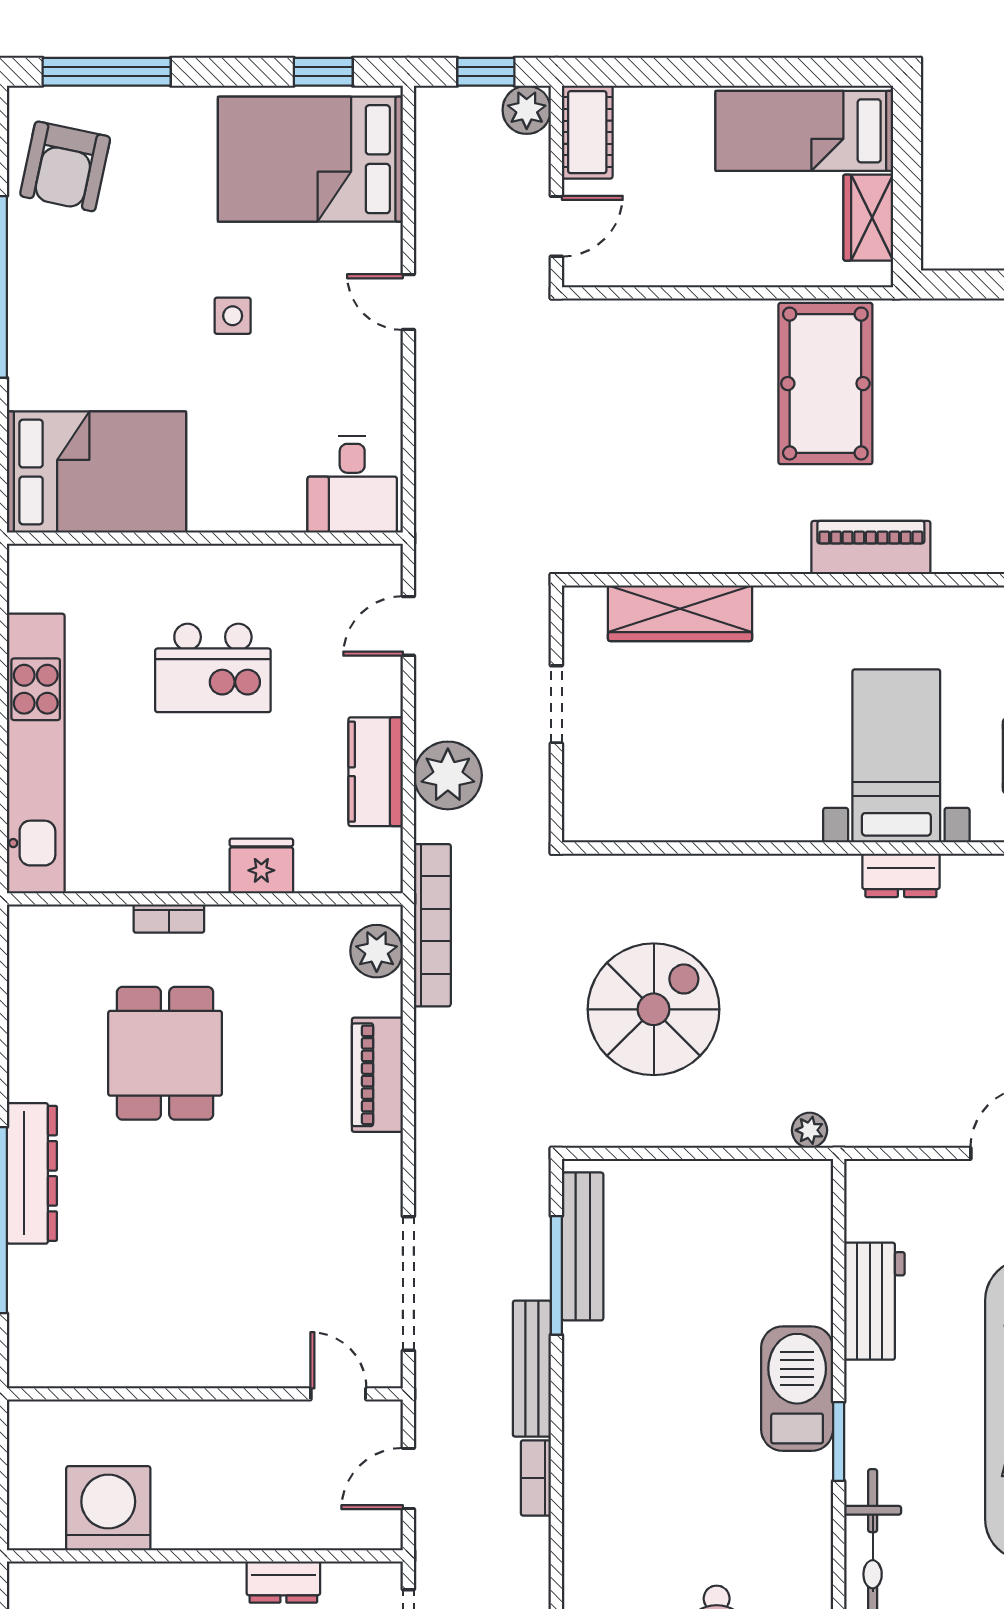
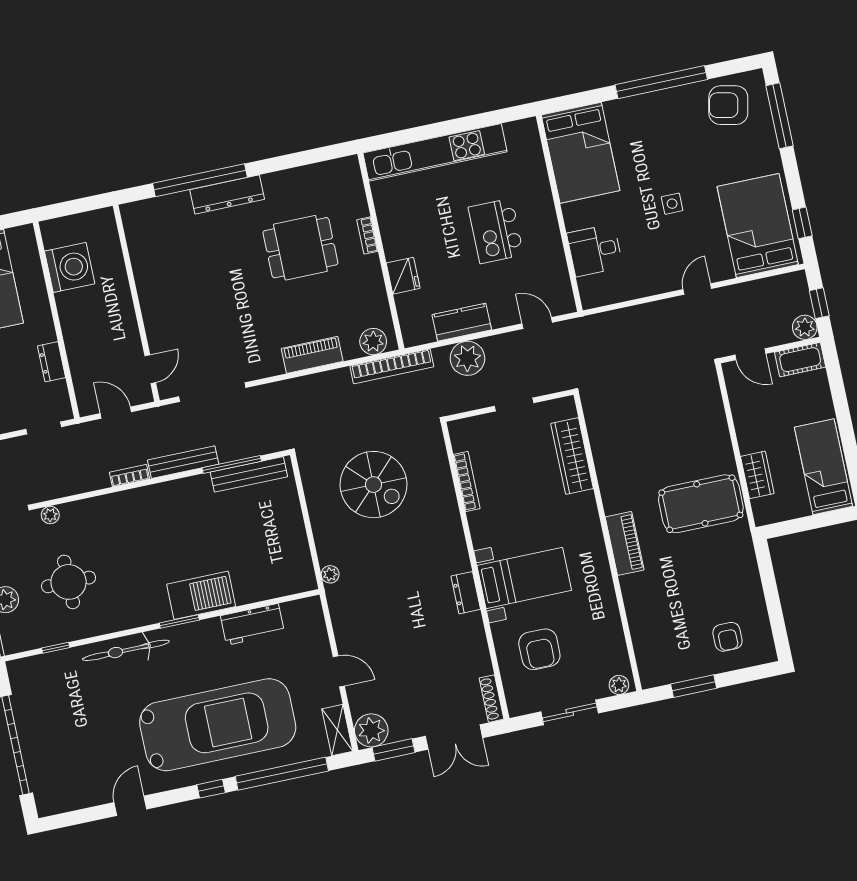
wardrobe: (868, 218) -> (757, 475), moved, turned 90
desk: (352, 484) -> (595, 250), moved
bookcase: (686, 828) -> (467, 481), added

